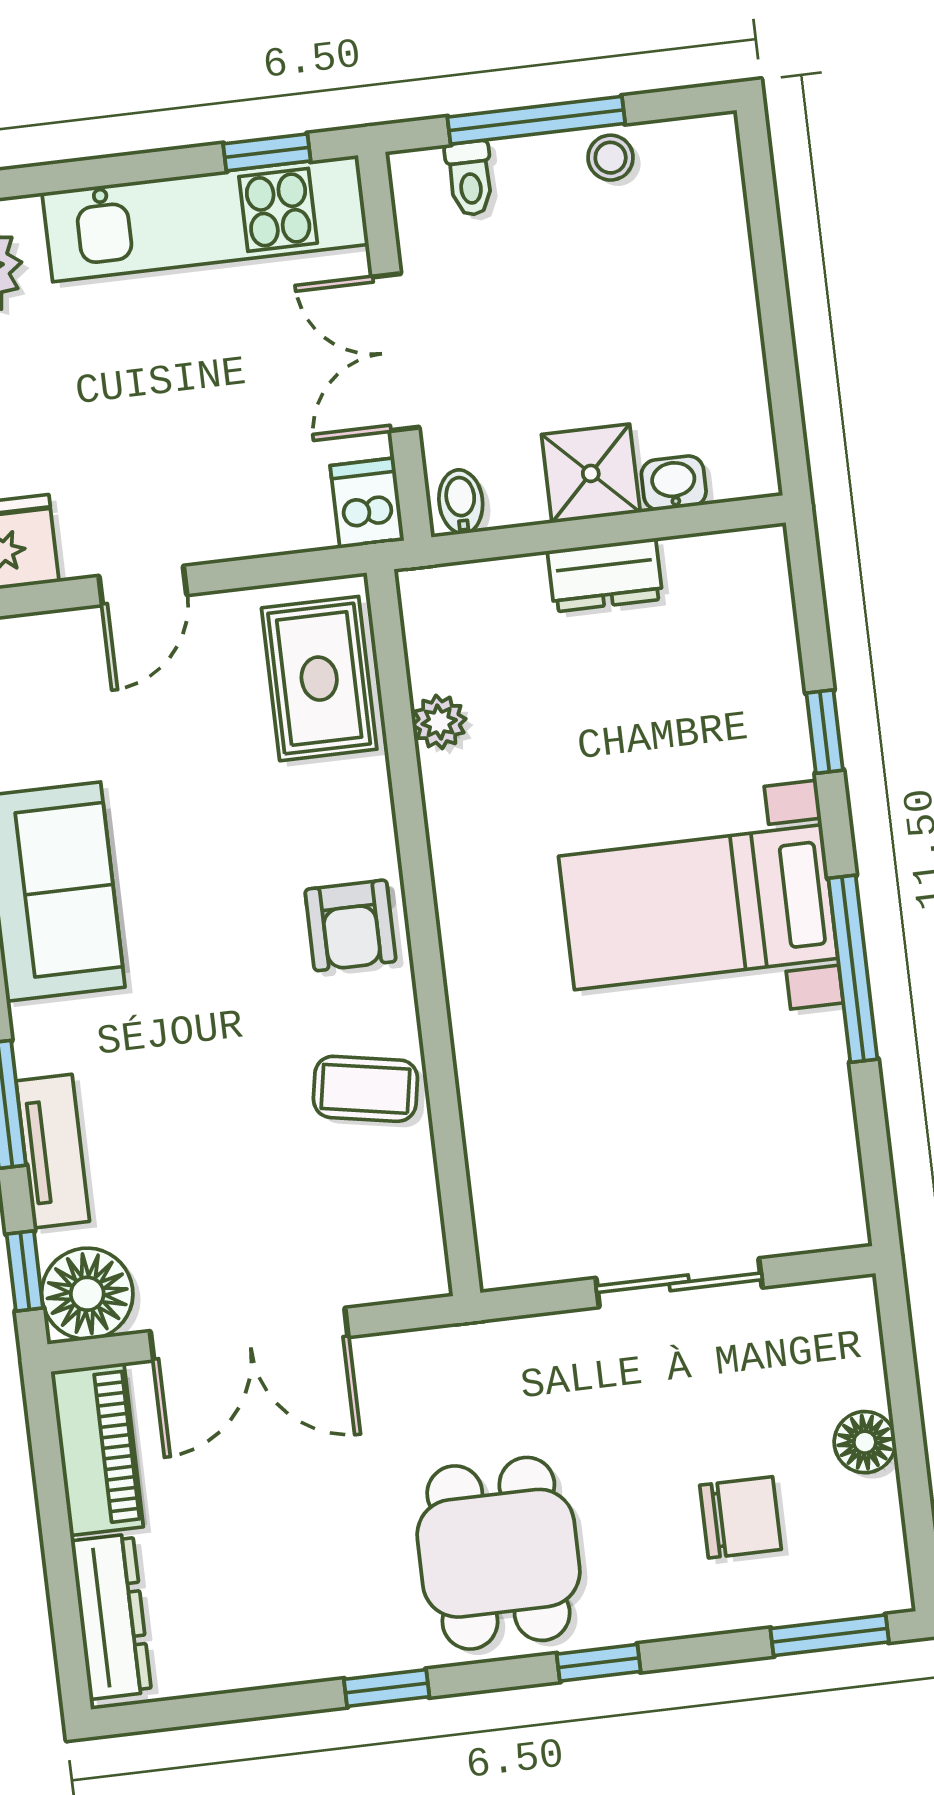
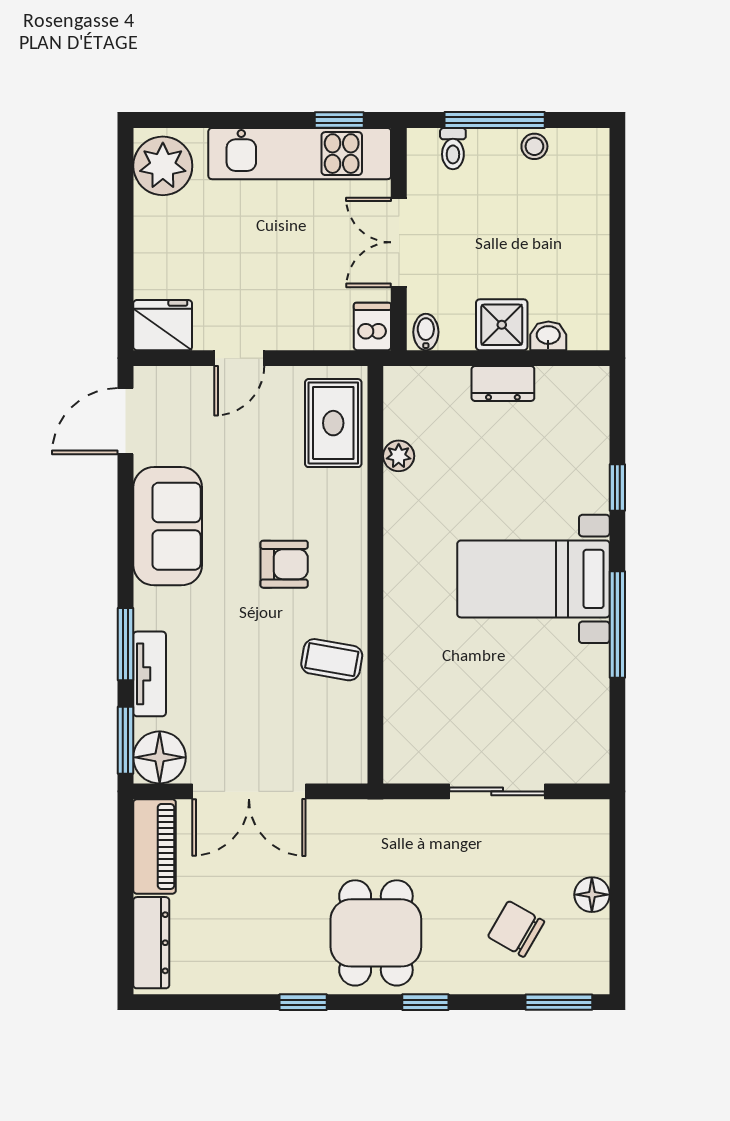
armchair: (350, 925) -> (284, 564), moved, turned -90
window: (25, 1271) -> (126, 740), width x1.50
chair: (740, 1517) -> (516, 929), turned -150

